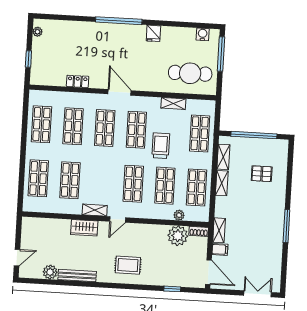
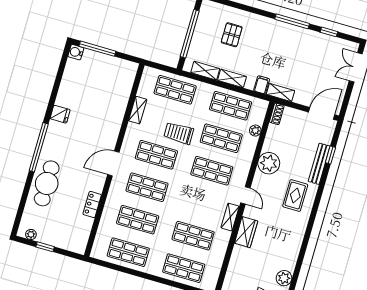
water cooler: (203, 34) -> (76, 52), moved
window: (28, 59) -> (45, 247), moved
cafe table: (190, 73) -> (47, 183), moved
plant: (178, 236) -> (269, 163), moved
filing cabinet: (220, 249) -> (262, 85), moved
window: (284, 262) -> (329, 32), added
bench: (77, 276) -> (319, 164), moved

